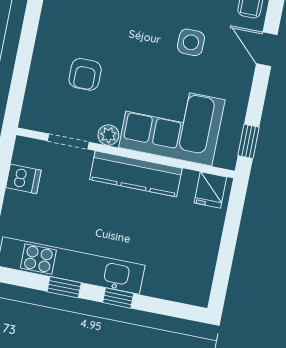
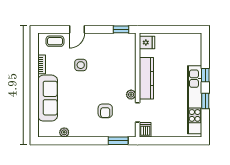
armchair: (85, 74) -> (105, 111), turned 90
window: (18, 89) -> (118, 141), added
corner sofa: (172, 124) -> (120, 66), removed
dishwasher: (23, 179) -> (145, 130), moved

